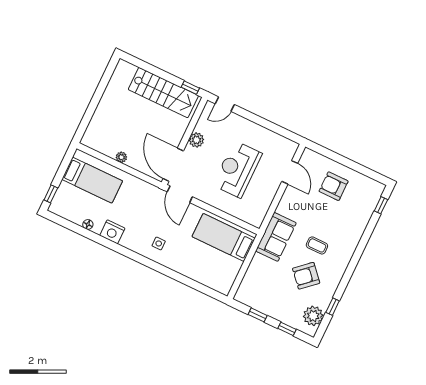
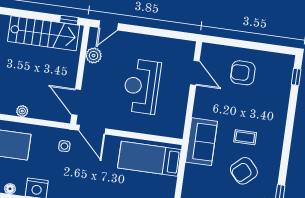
plant: (196, 140) -> (94, 55), moved
door: (173, 165) -> (76, 102), width x0.73
side table: (159, 243) -> (64, 146), moved

